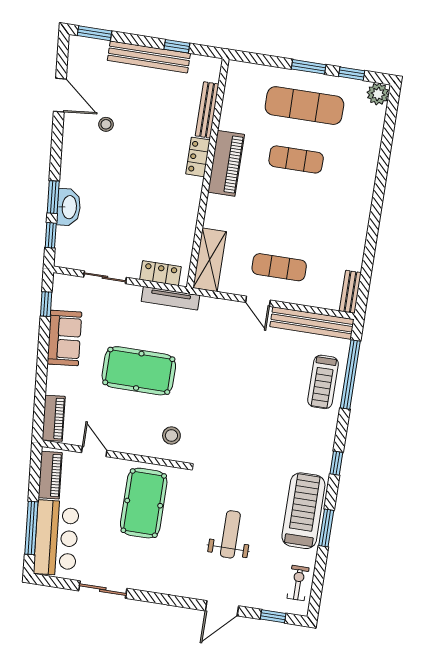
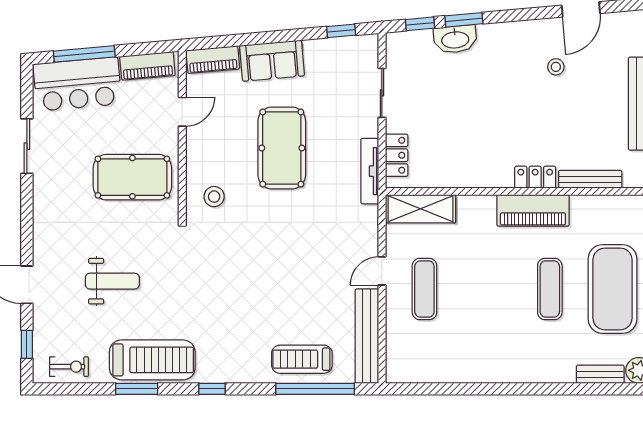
exercise mat: (304, 106) -> (612, 289), width x1.47
bench: (350, 292) -> (600, 374), moved
sofa: (64, 338) -> (272, 61), moved

